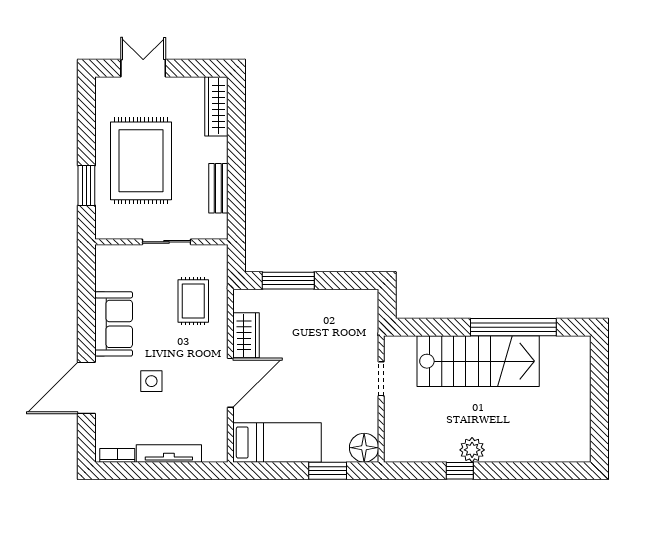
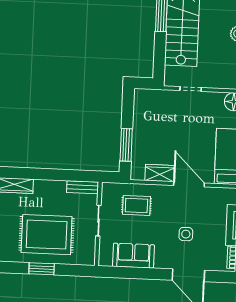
window: (86, 185) -> (42, 269), moved
bench: (218, 188) -> (83, 187), moved
sofa: (114, 324) -> (133, 256), moved

